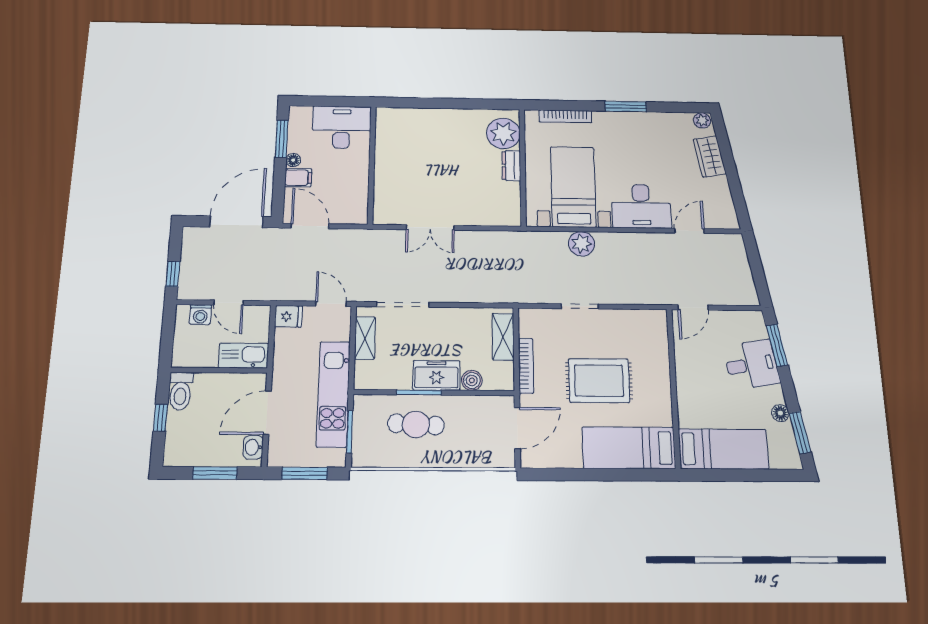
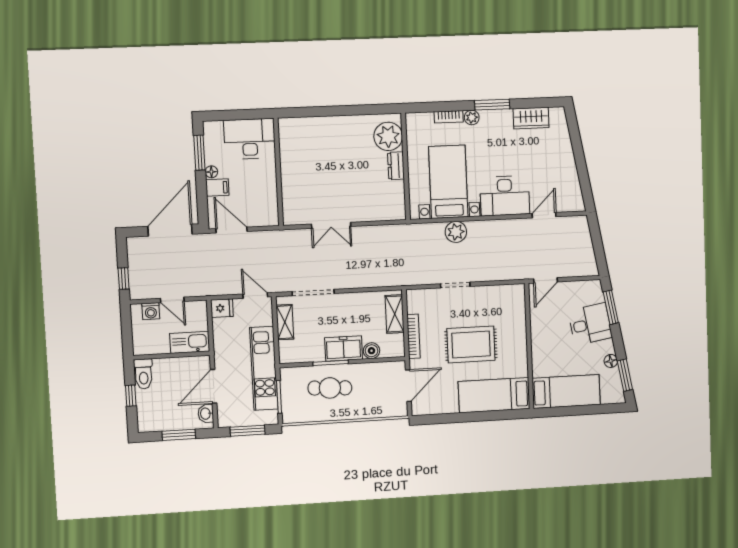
bookcase: (565, 116) -> (449, 117), width x0.64
plant: (702, 120) -> (472, 117), moved
wardrobe: (710, 156) -> (531, 118), moved, turned -80

